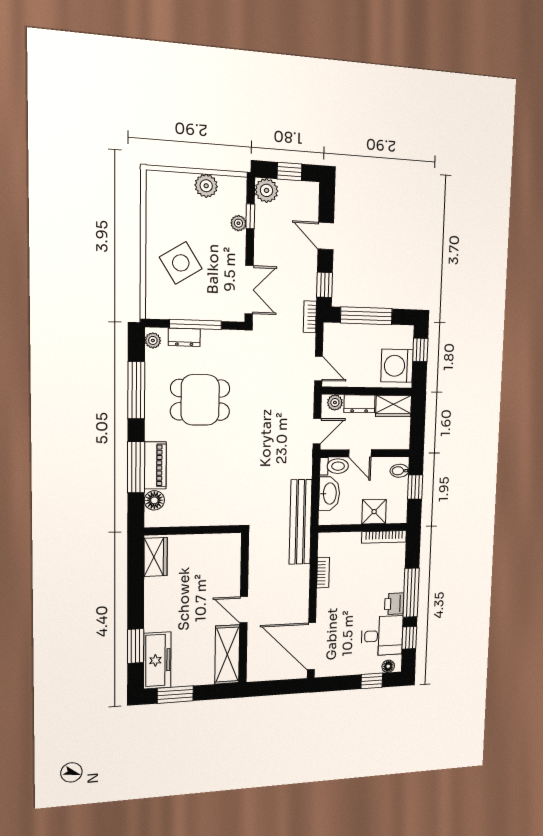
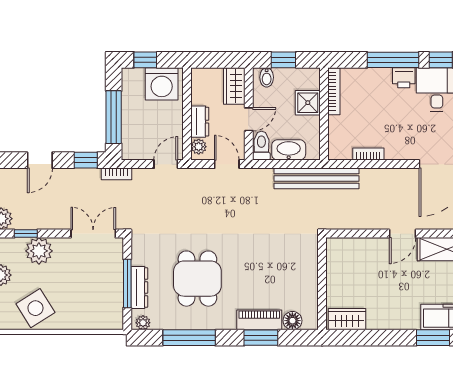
plant: (238, 223) -> (39, 251), width x1.87, depth x1.87
side table: (181, 263) -> (35, 308), moved
dresser: (184, 337) -> (139, 288), width x1.44
wardrobe: (394, 406) -> (234, 86), moved, turned 180
window: (136, 467) -> (261, 338), width x0.69

